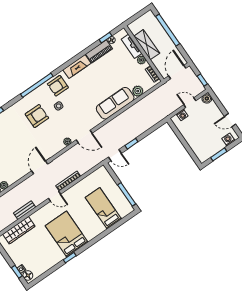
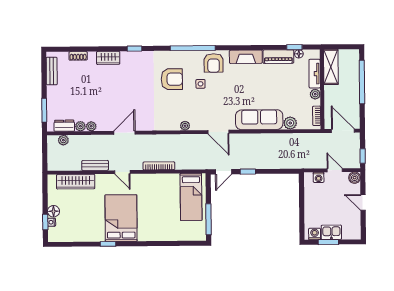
shelving: (147, 45) -> (331, 67), moved
door: (177, 72) -> (343, 131), hinge flipped
armchair: (58, 86) -> (214, 63), turned -90
door: (230, 120) -> (363, 202), moved
door: (84, 136) -> (218, 132), moved
washing machine: (228, 140) -> (315, 234), moved
kitchen sink: (216, 146) -> (331, 232), added
door: (115, 155) -> (223, 172), hinge flipped
door: (40, 167) -> (124, 133), moved
door: (55, 196) -> (122, 172), moved
bed: (103, 208) -> (191, 197), moved, turned 180
floor lamp: (28, 275) -> (53, 211), moved

